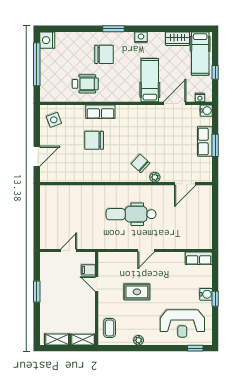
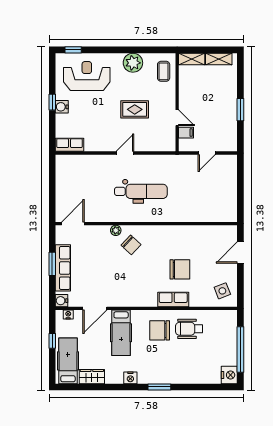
chair: (104, 54) -> (160, 330), moved
row of seats: (205, 142) -> (63, 268), width x1.48
door: (185, 184) -> (73, 224), moved
plant: (139, 340) -> (133, 63), width x1.87, depth x1.87

